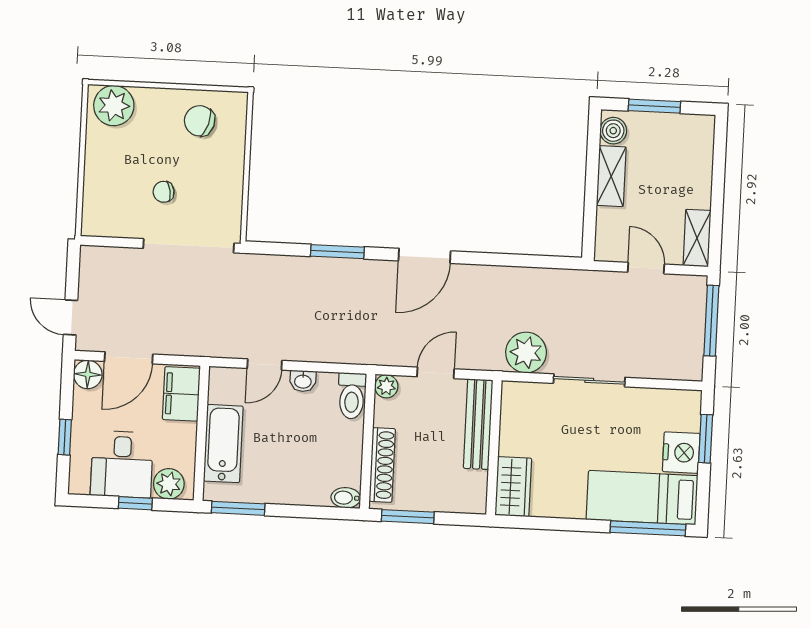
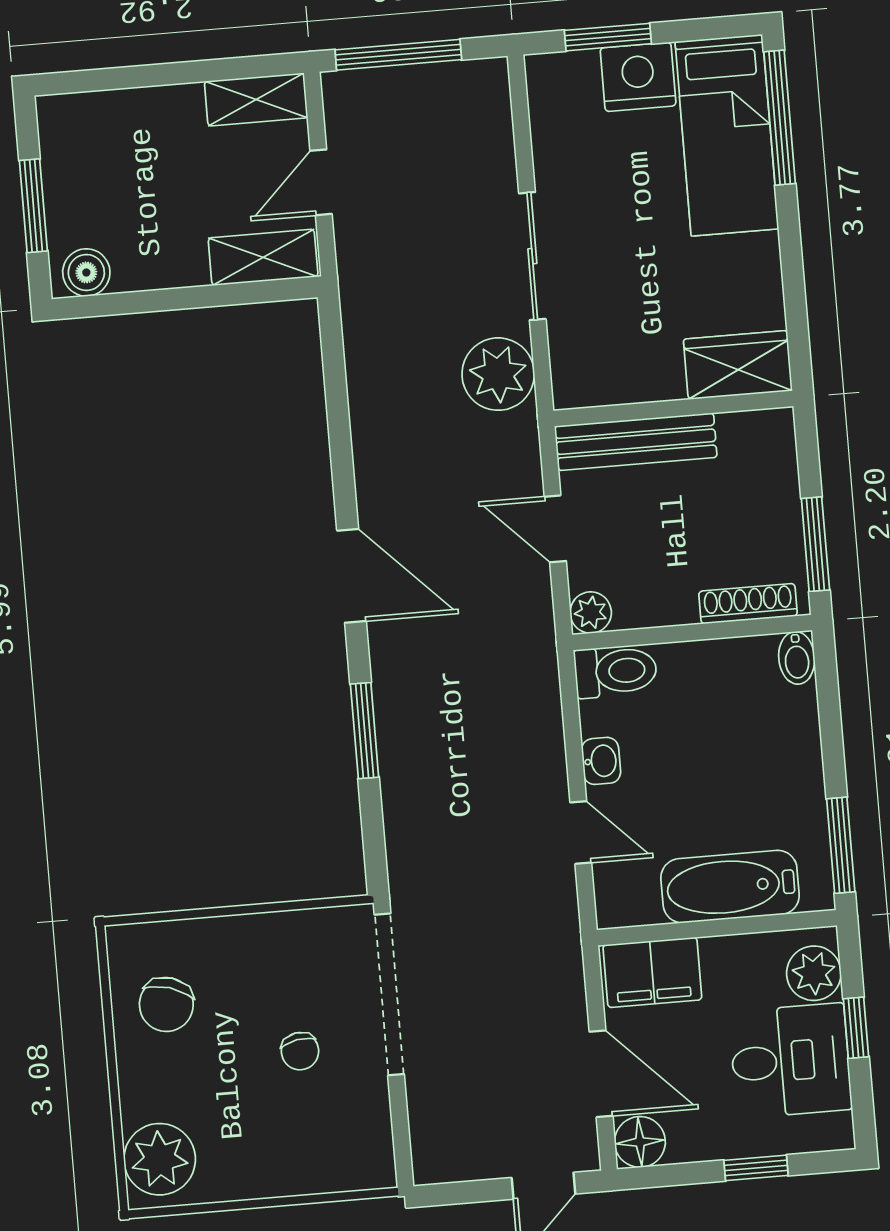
shelving: (611, 176) -> (263, 257), moved
shoe rack: (382, 465) -> (748, 604), width x0.74, depth x0.81

